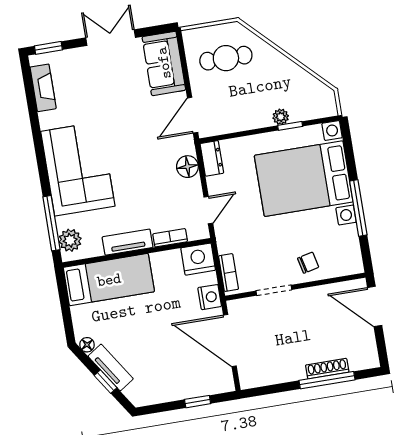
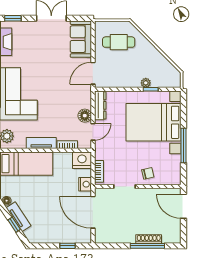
dresser: (212, 158) -> (100, 105), width x1.44
floor lamp: (187, 167) -> (85, 116), moved

